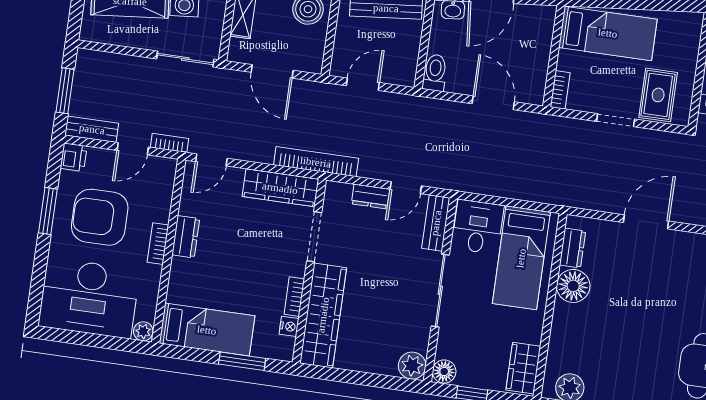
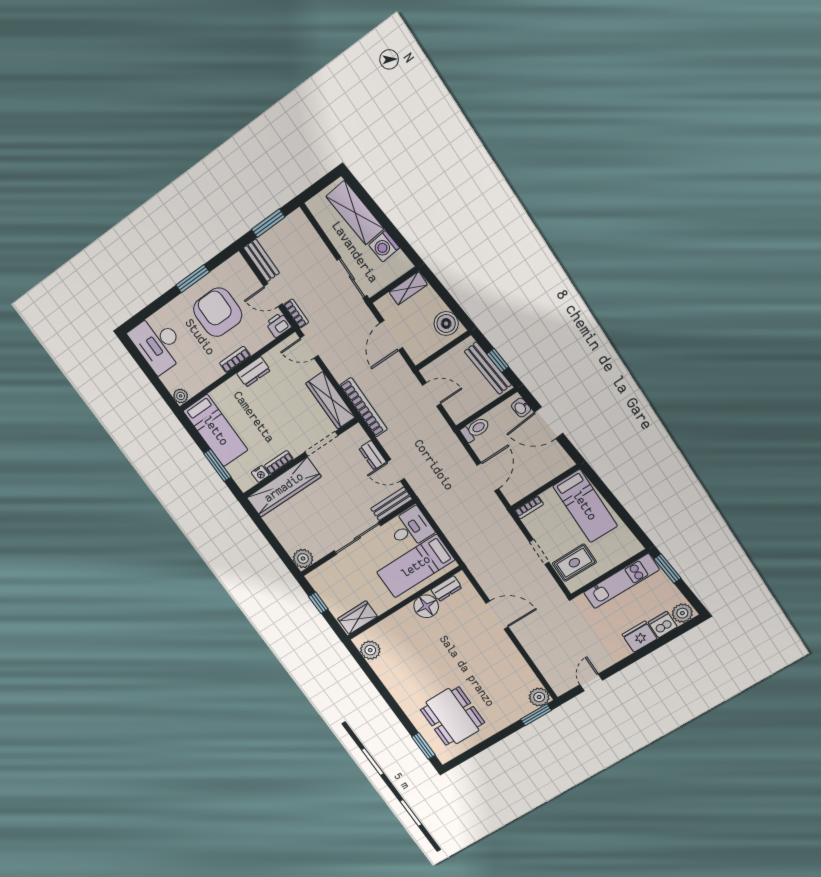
printer: (74, 157) -> (279, 325), moved, turned 180
desk: (89, 298) -> (158, 344), width x0.73, depth x0.77
floor lamp: (444, 371) -> (316, 578), removed

